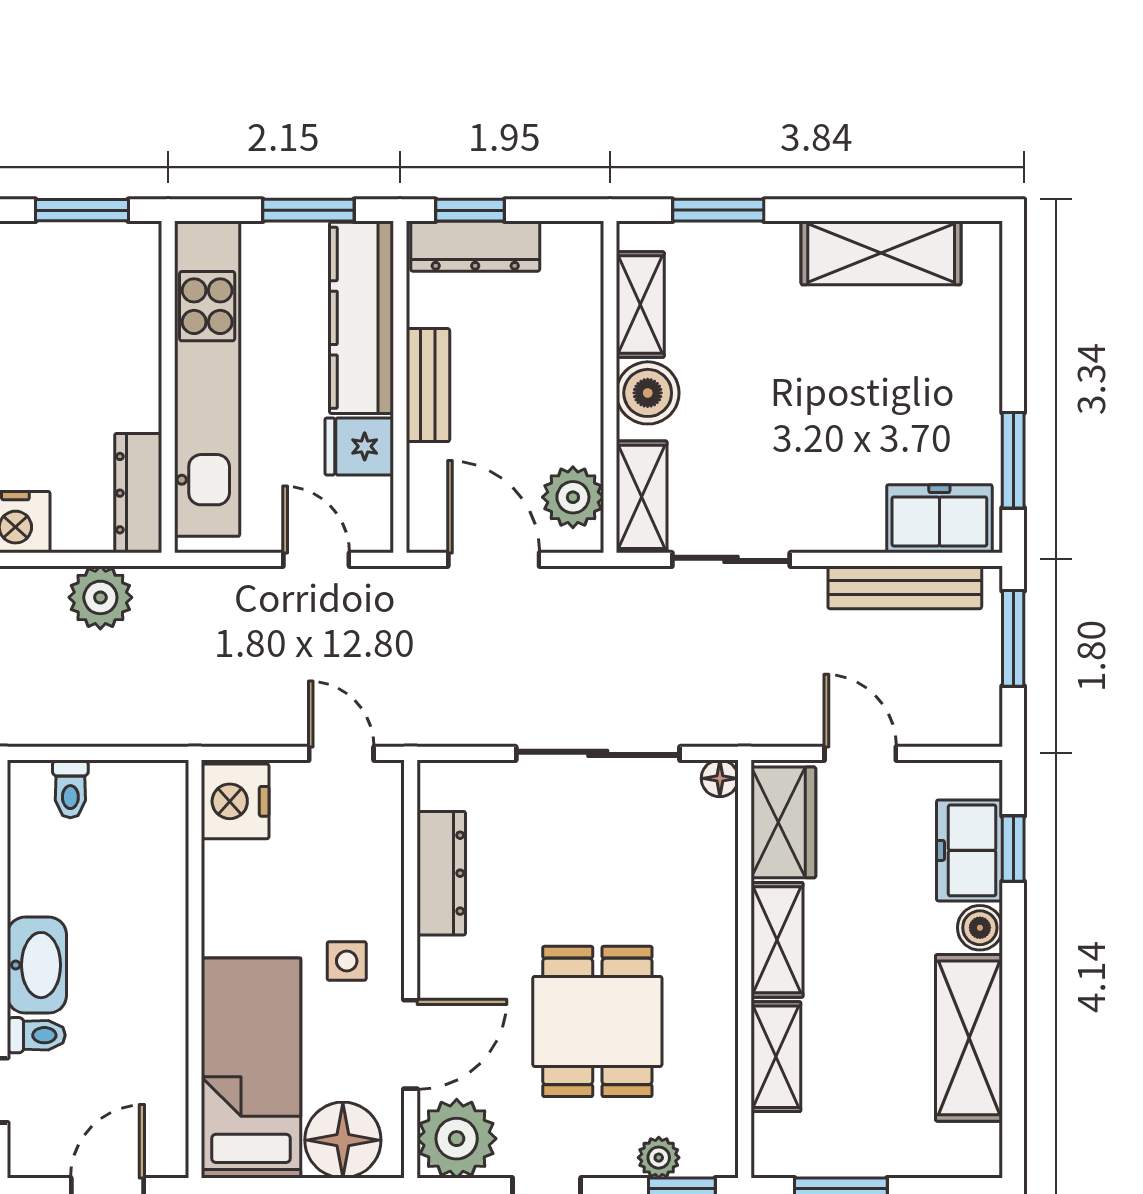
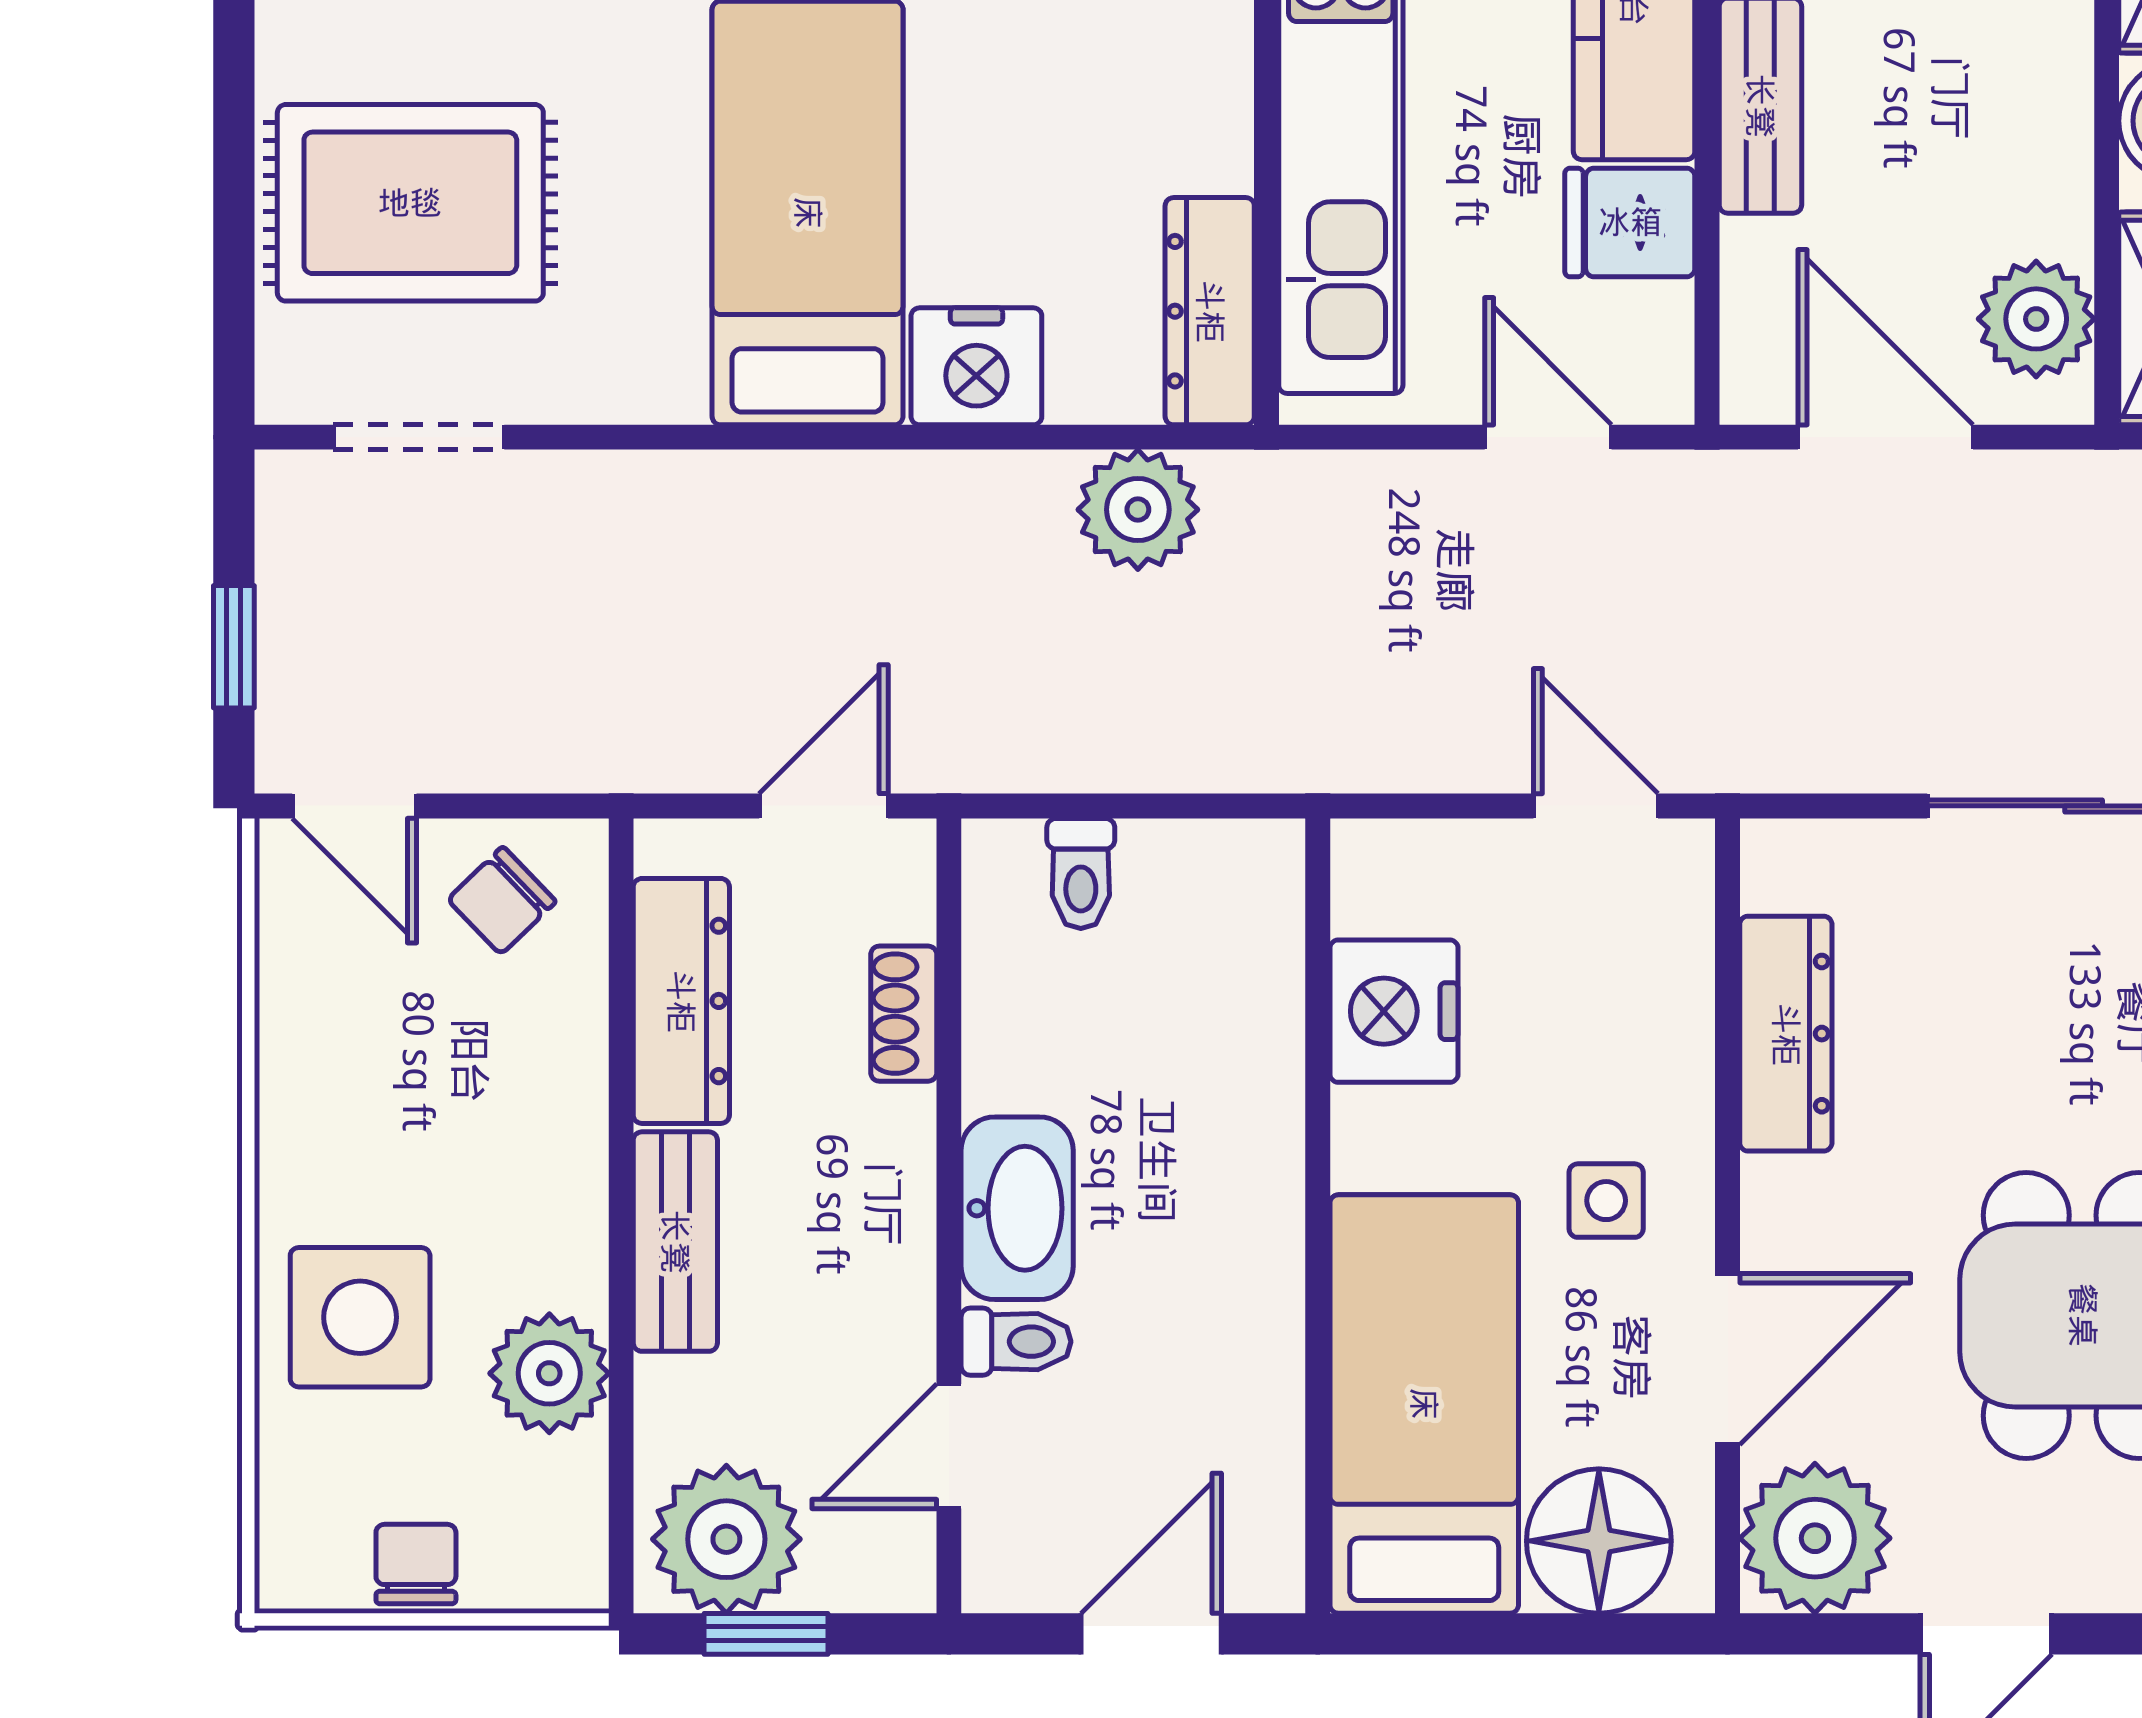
nightstand: (235, 801) -> (1394, 1011), moved

